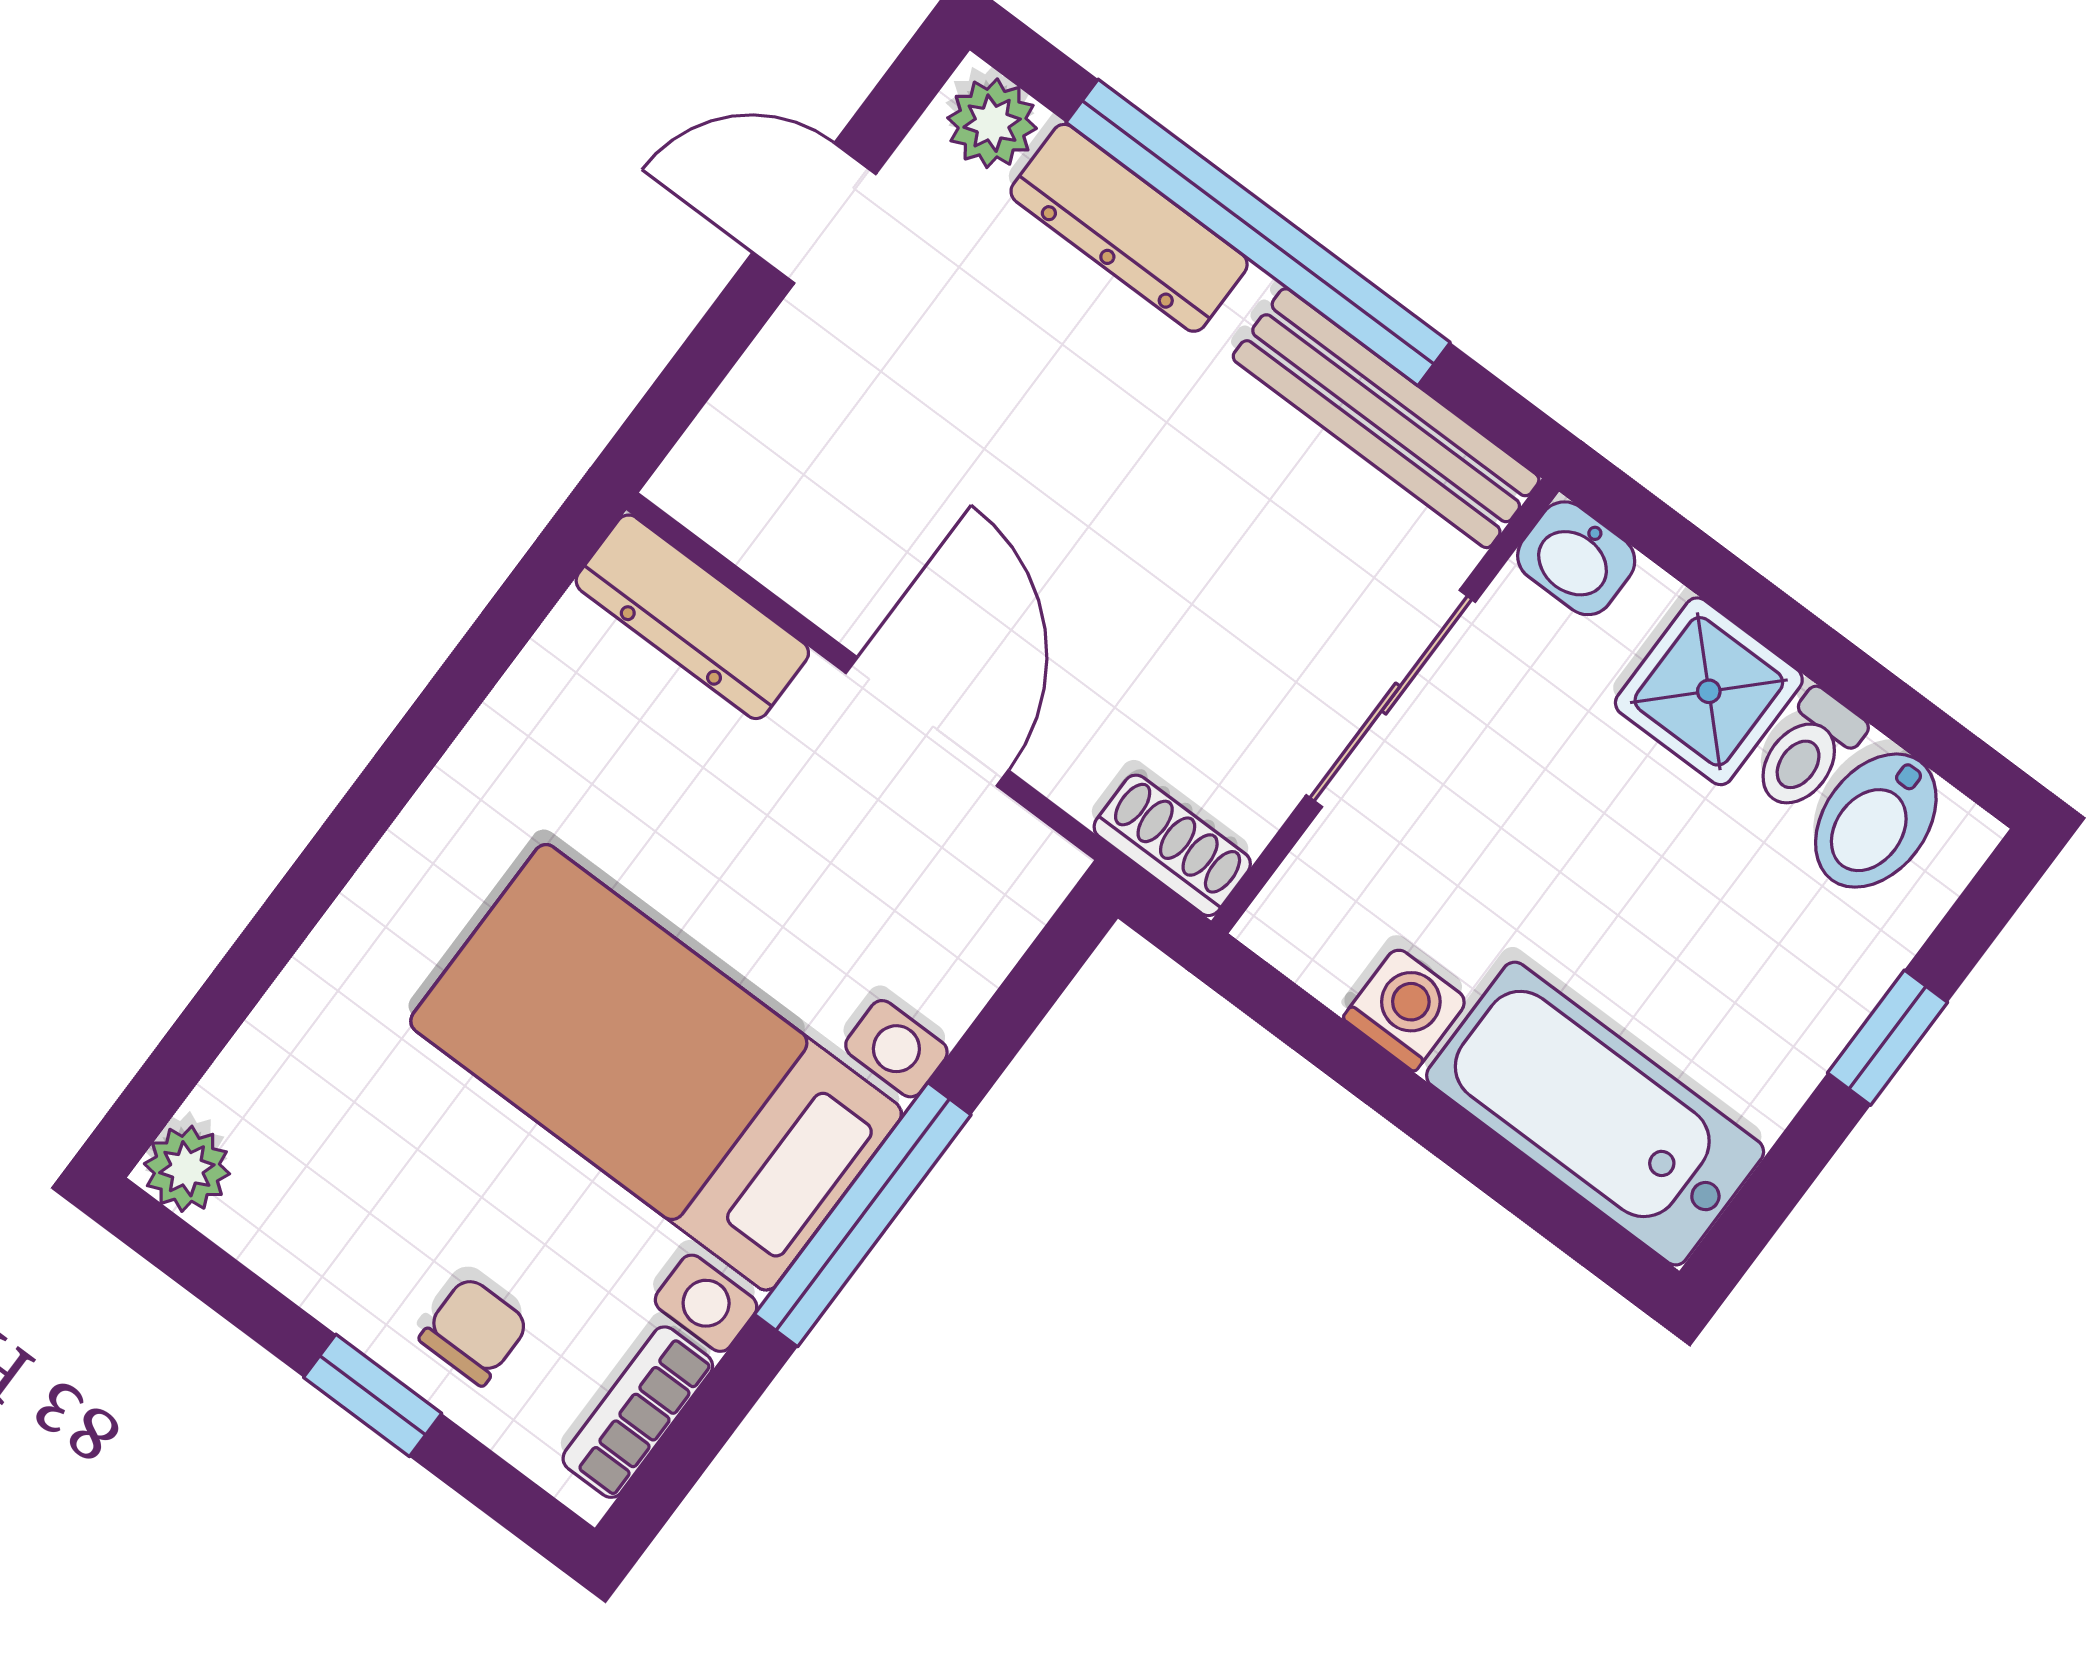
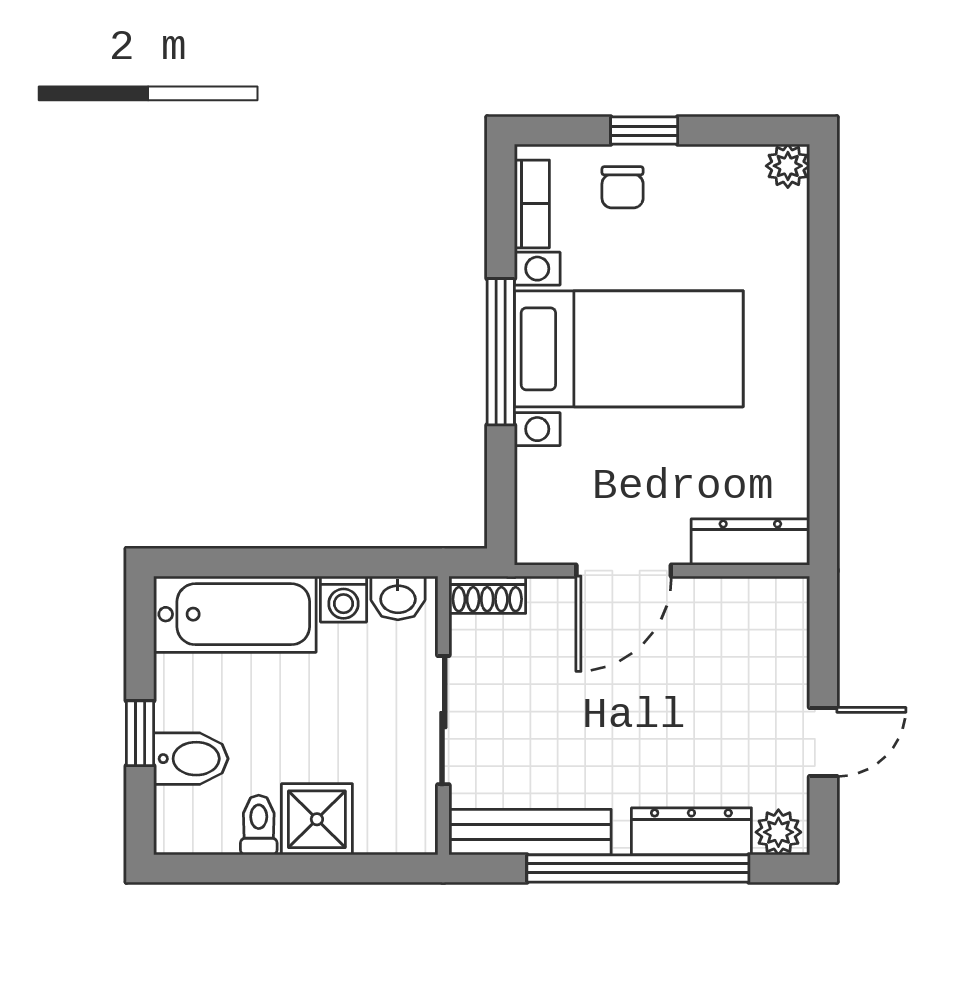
washbasin: (1576, 558) -> (398, 598), moved, turned 180
door: (927, 722) -> (624, 571), hinge flipped
bidet: (1876, 821) -> (191, 759), moved, turned 90

